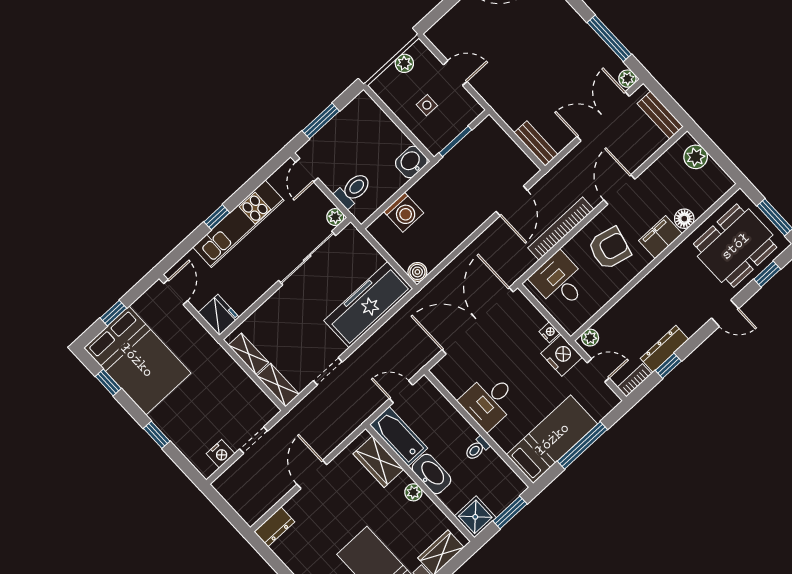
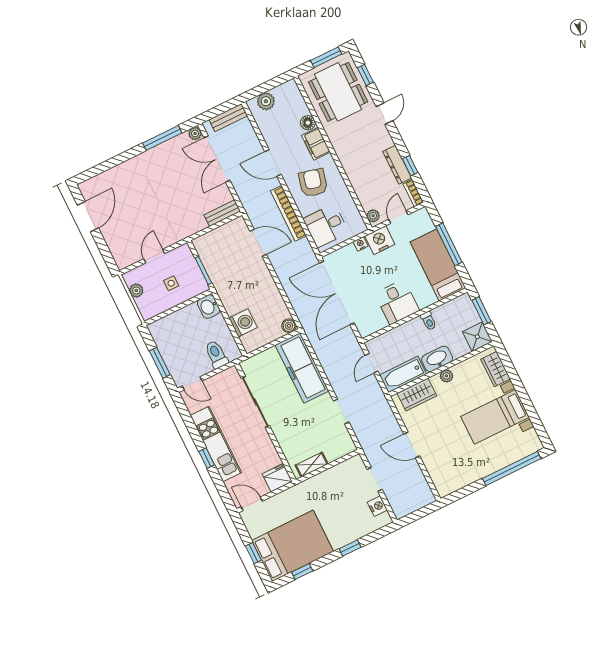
plant: (335, 217) -> (232, 373), removed
shelving: (278, 385) -> (340, 450), removed
dresser: (274, 527) -> (441, 483), removed

